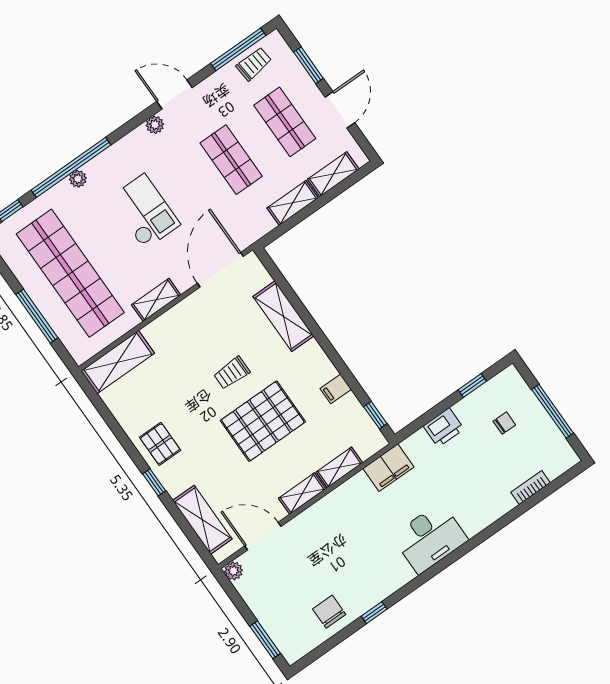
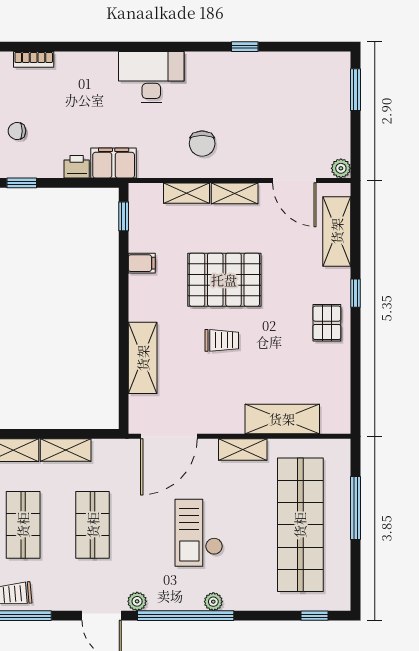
window: (71, 167) -> (186, 616), moved
plant: (78, 179) -> (213, 602), moved
shelving: (118, 362) -> (282, 419), moved
printer: (444, 428) -> (77, 167), width x0.73, depth x0.81
filing cabinet: (388, 468) -> (114, 163), moved
chair: (329, 612) -> (202, 144), moved

